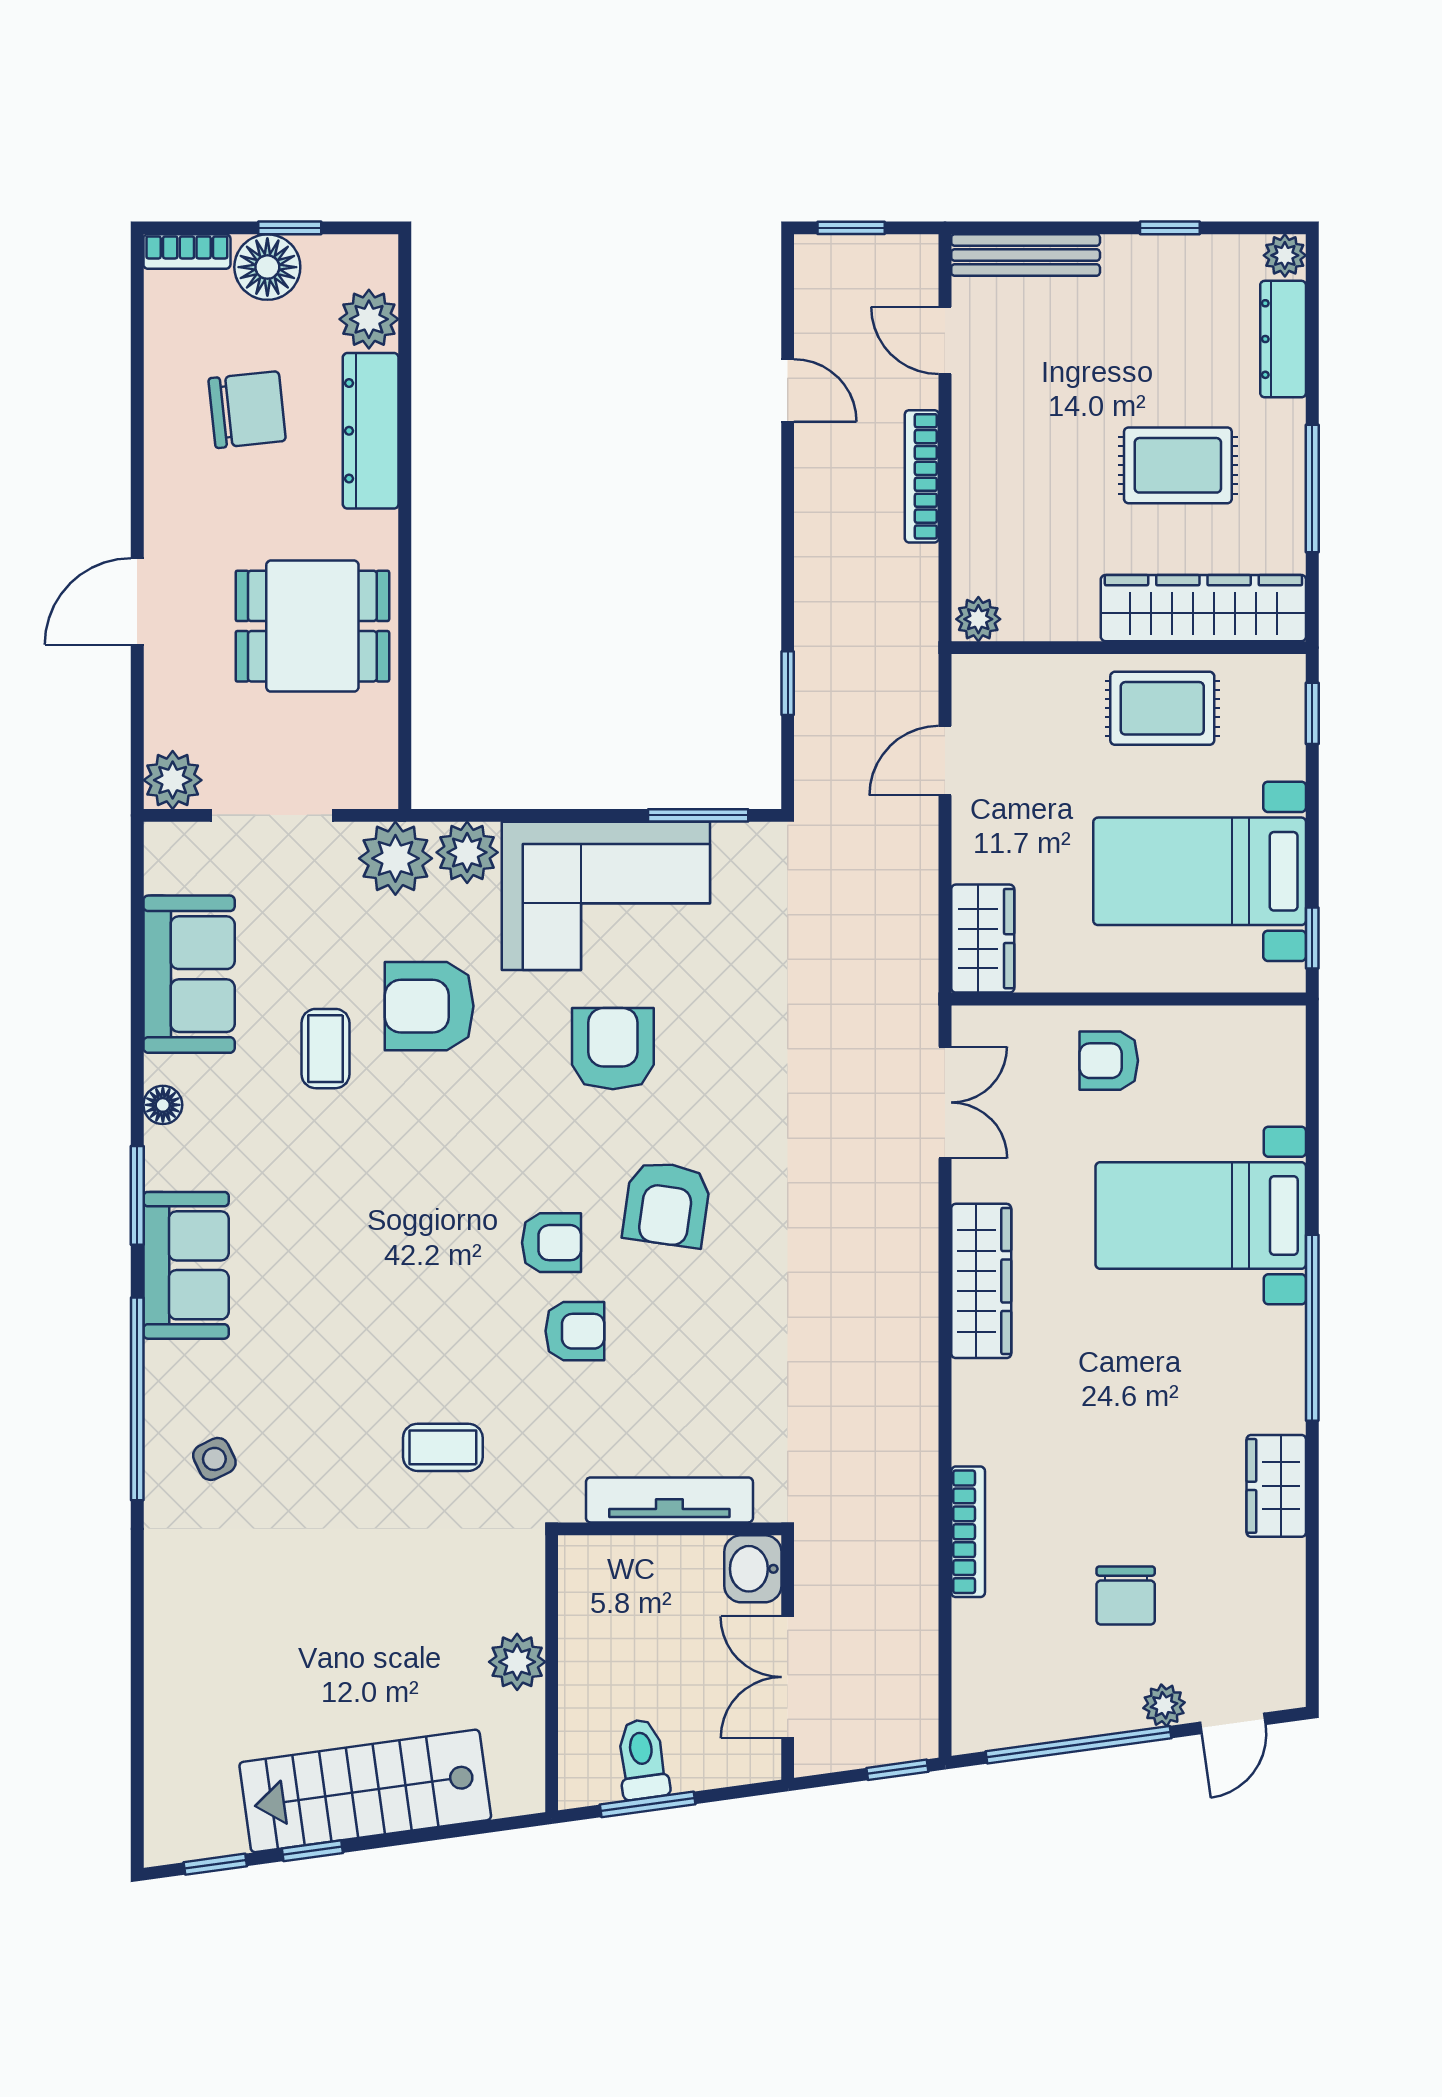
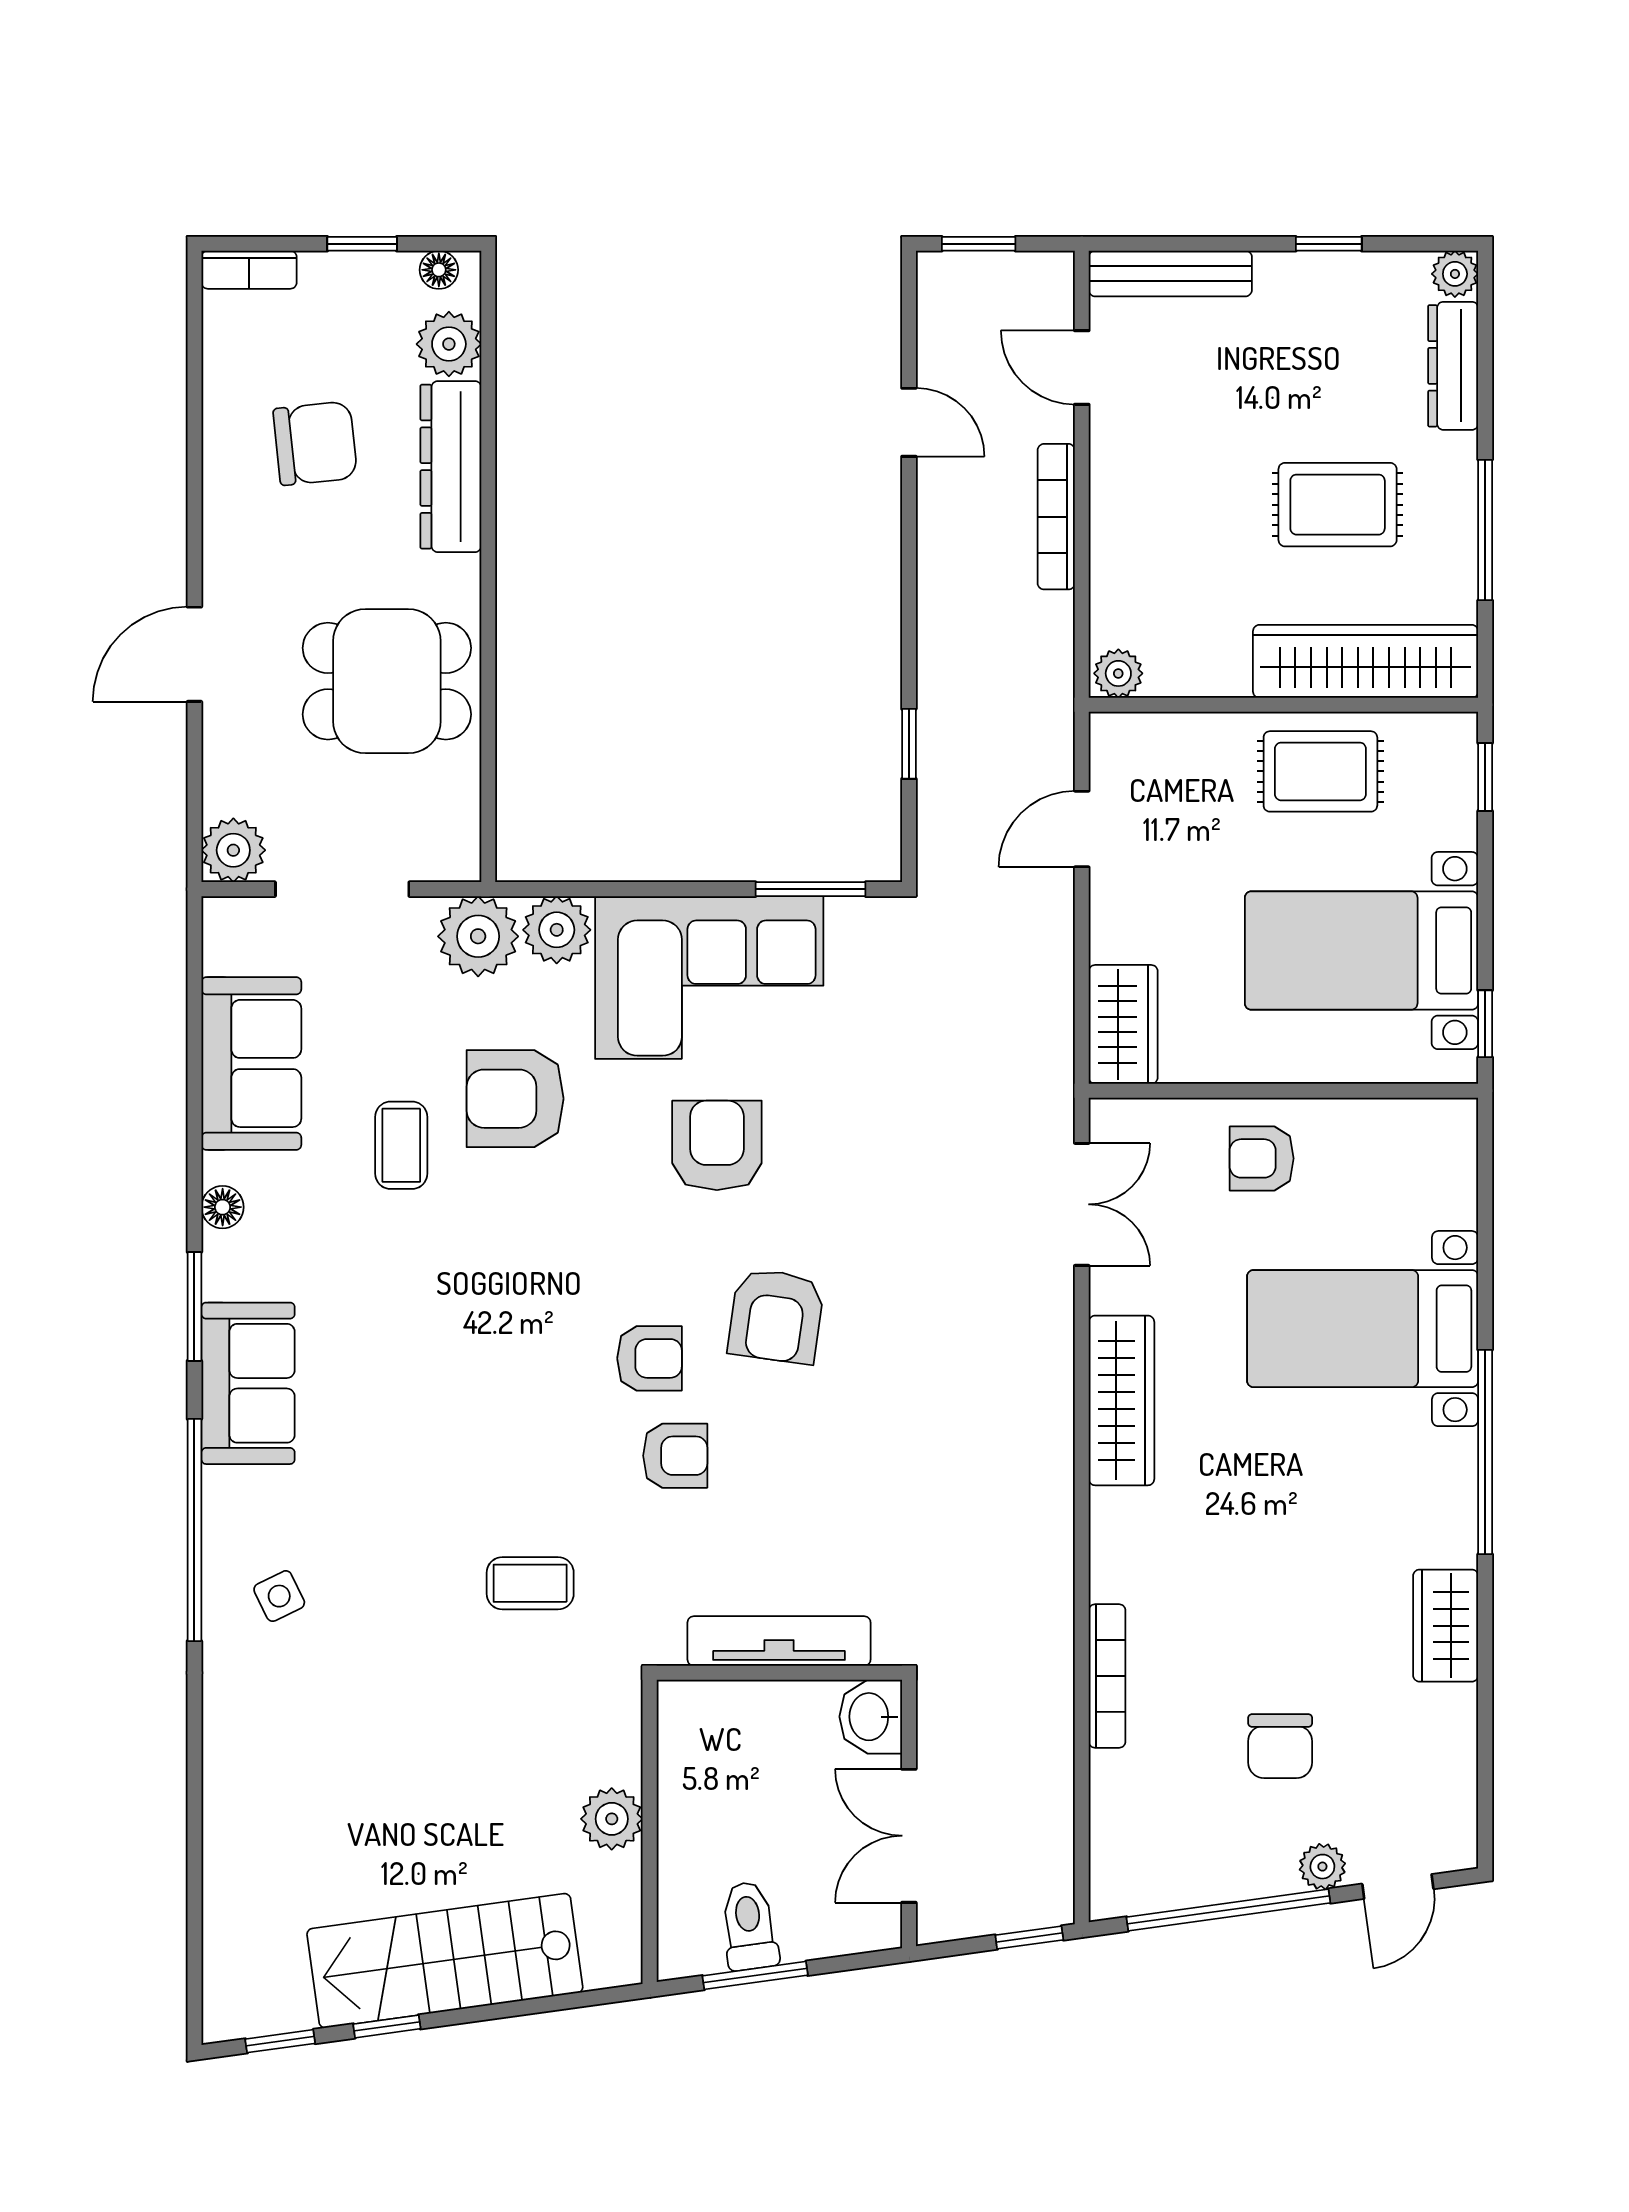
floor lamp: (267, 267) -> (439, 270), moved, width x0.53, depth x0.53

